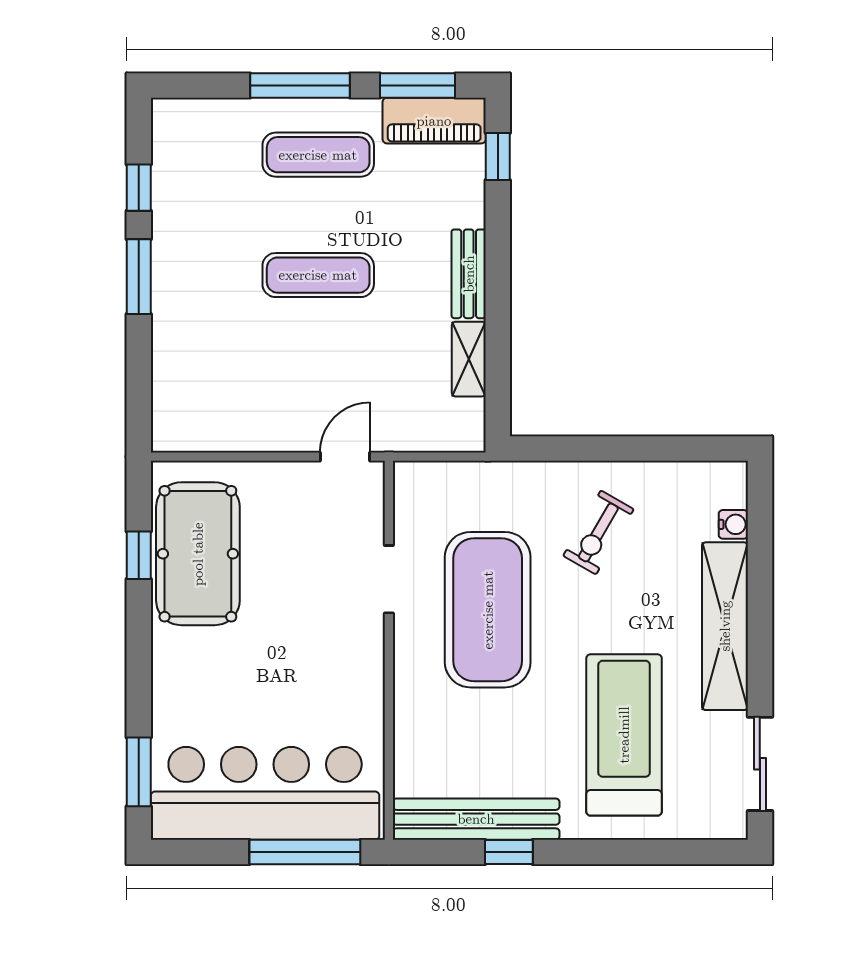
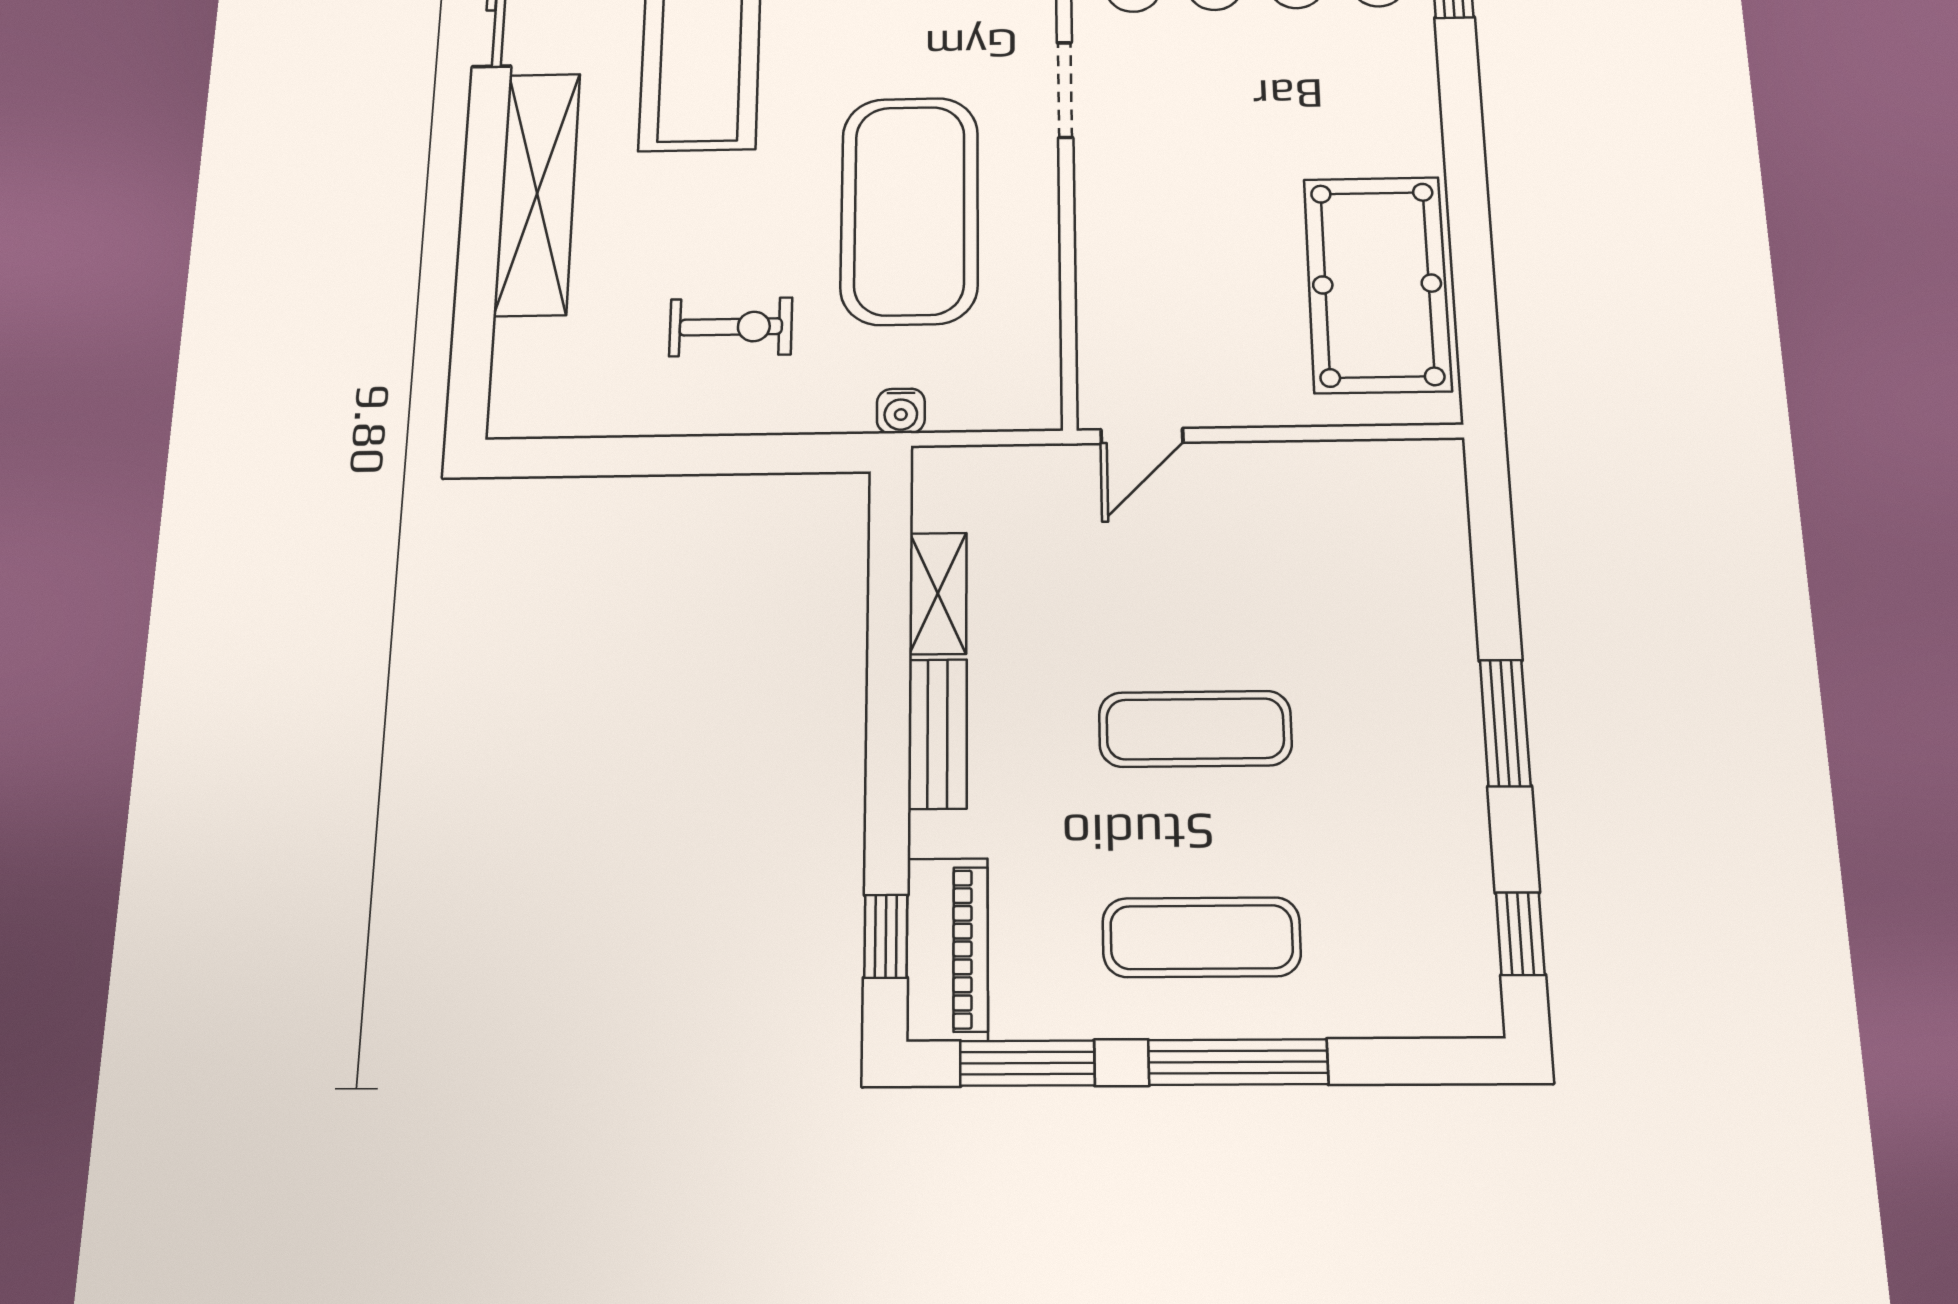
piano: (434, 121) -> (947, 949), moved, turned 90
window: (139, 188) -> (1520, 934), moved
water cooler: (733, 524) -> (901, 411), moved, turned -90
exercise bike: (598, 532) -> (731, 327), turned 60
window: (139, 555) -> (1473, 280), removed
doorway: (389, 579) -> (1065, 90), moved

